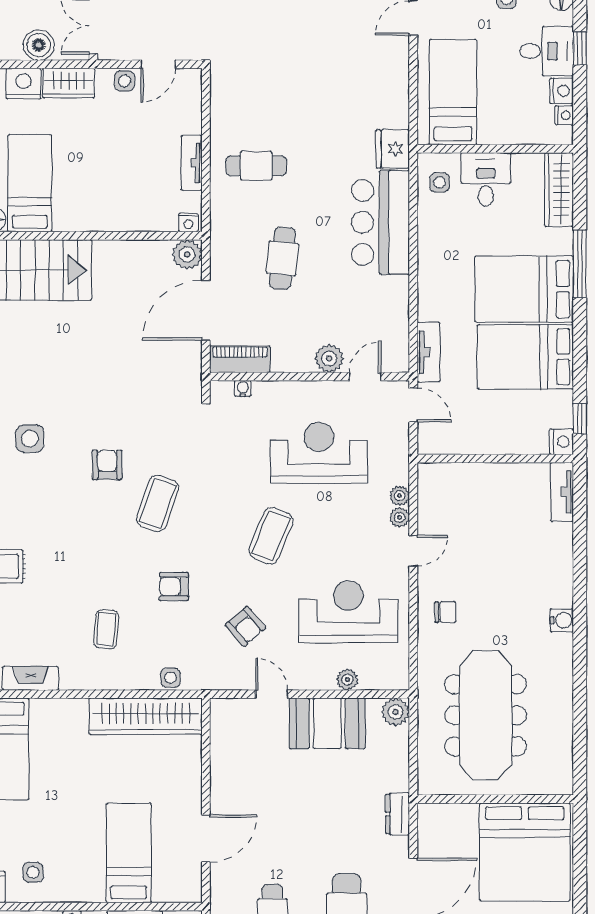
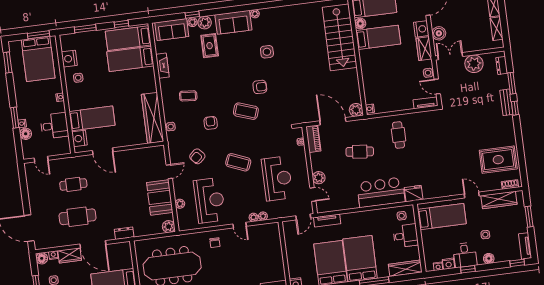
tv unit: (192, 163) -> (425, 103), moved
nightstand: (171, 887) -> (79, 138), added

